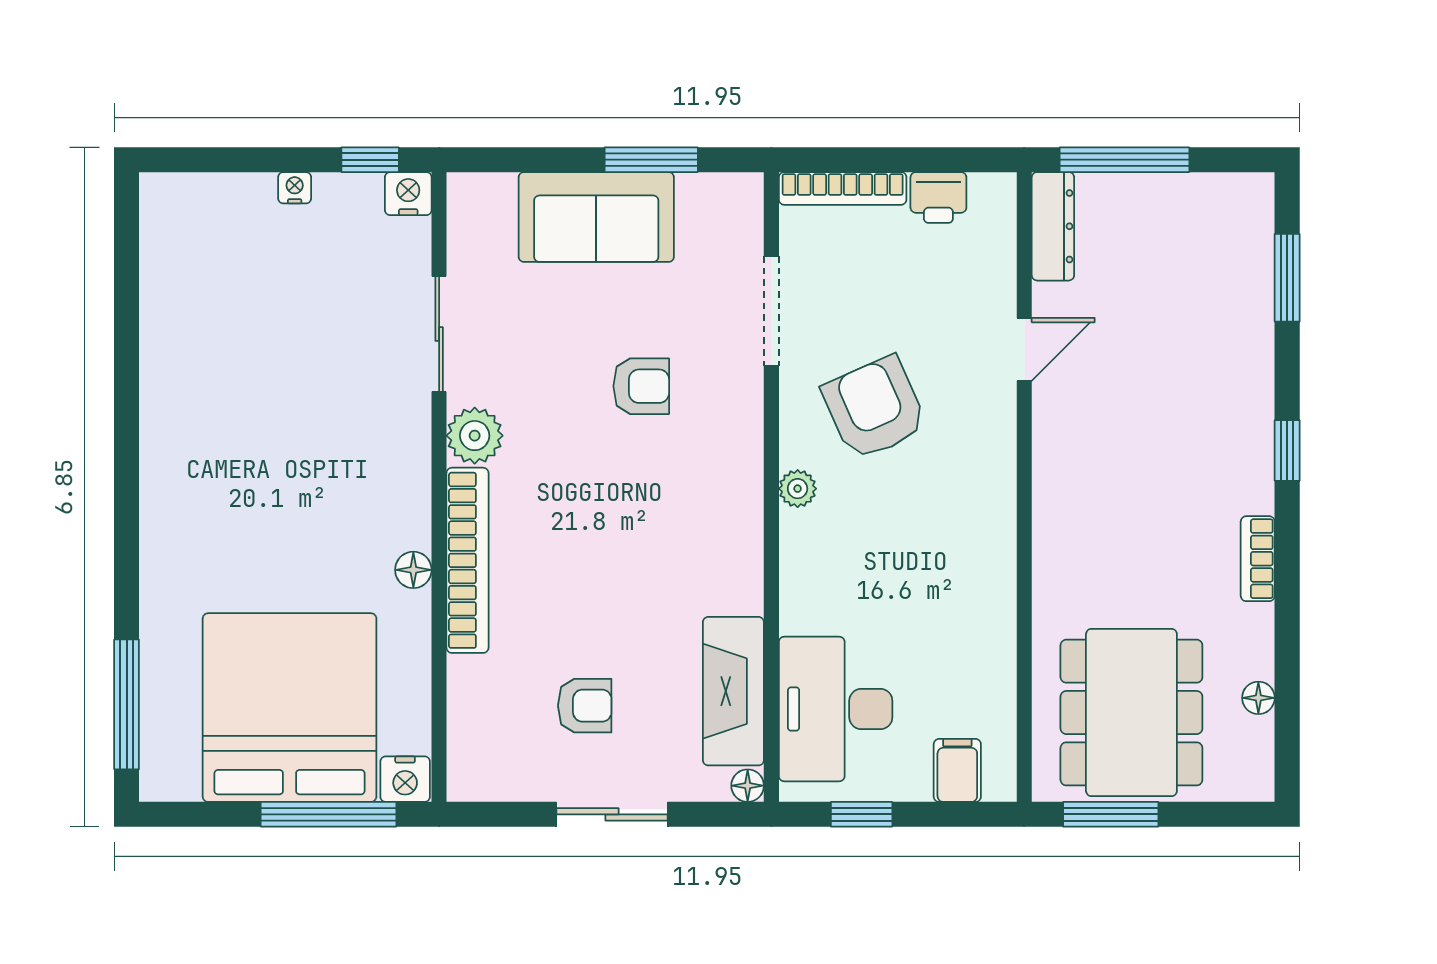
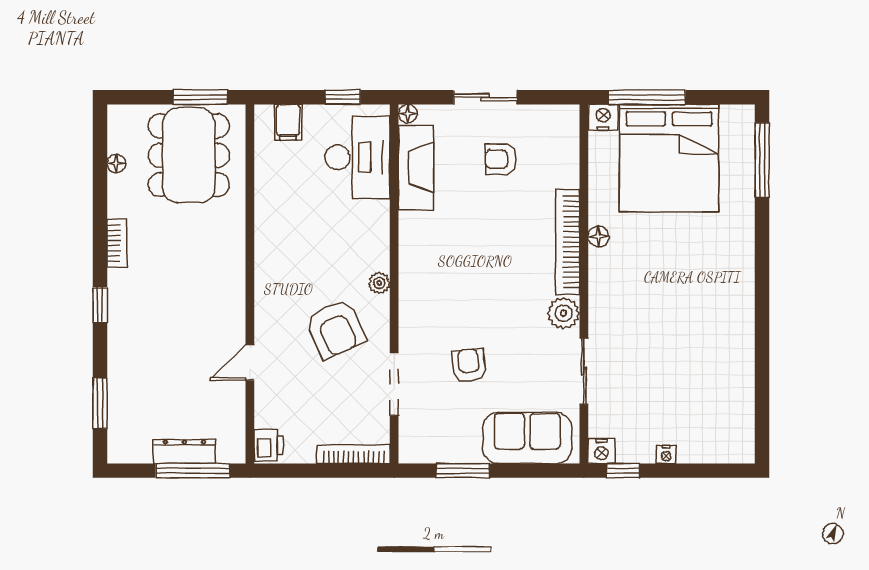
printer: (938, 198) -> (269, 445), moved, turned 90
sofa: (596, 217) -> (527, 438), moved
dresser: (1053, 226) -> (184, 451), moved, turned 90
armchair: (641, 386) -> (469, 365), moved, turned 83

